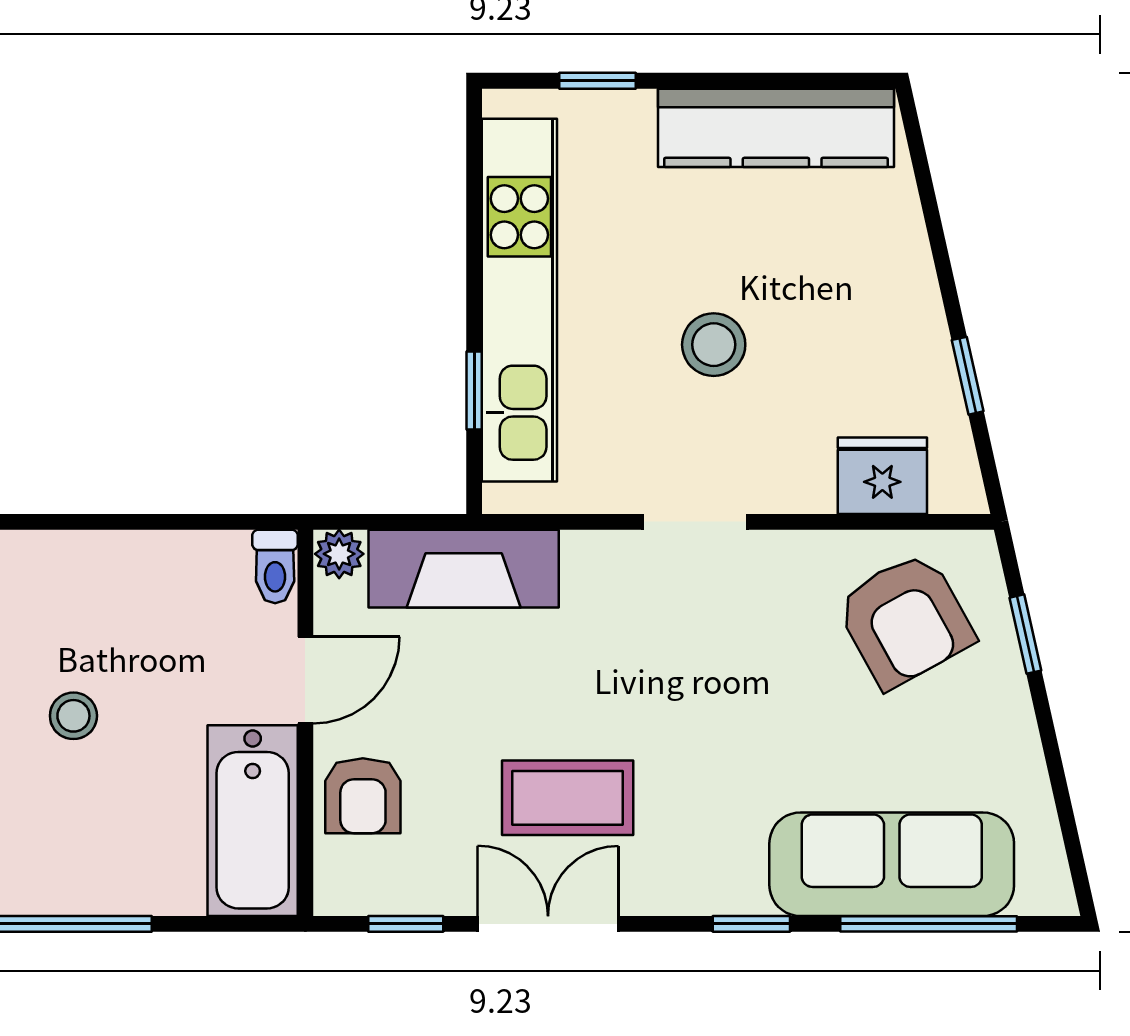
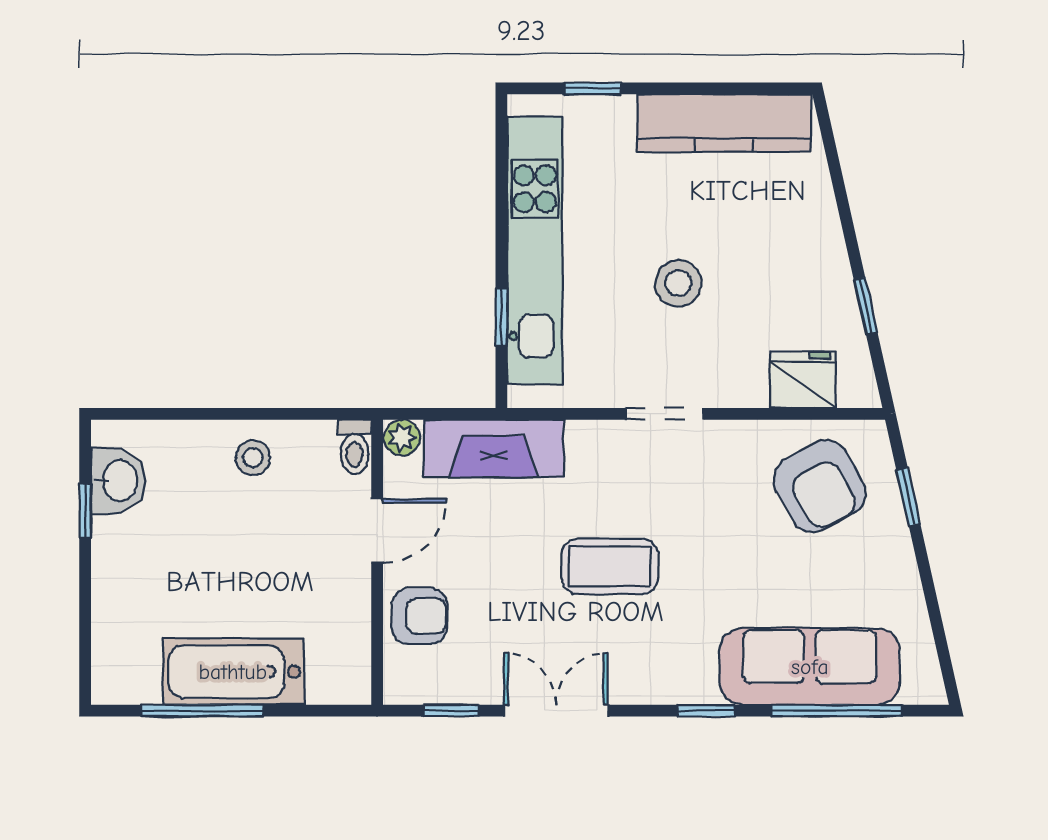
stool: (73, 716) -> (253, 458), moved
armchair: (363, 796) -> (419, 616), turned -90
coffee table: (568, 798) -> (610, 566), moved
bathtub: (253, 821) -> (233, 672), moved, turned 90

